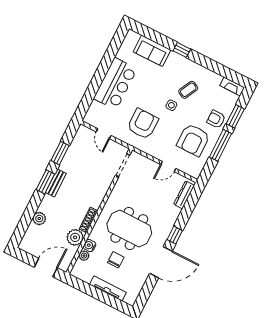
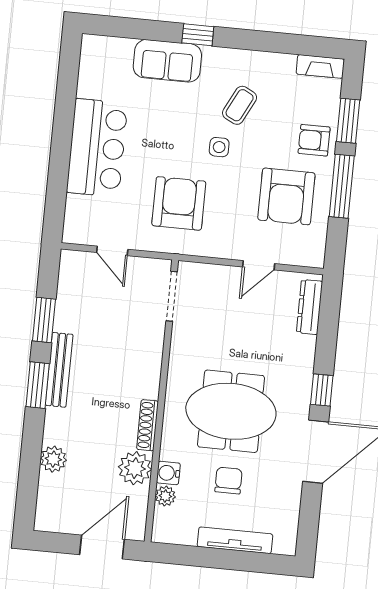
sofa: (152, 51) -> (167, 61), moved
bench: (56, 183) -> (59, 370), width x1.36

